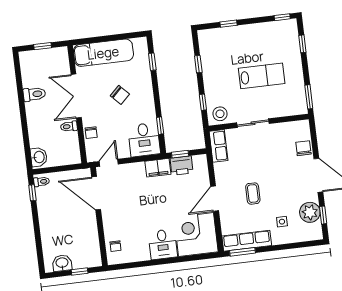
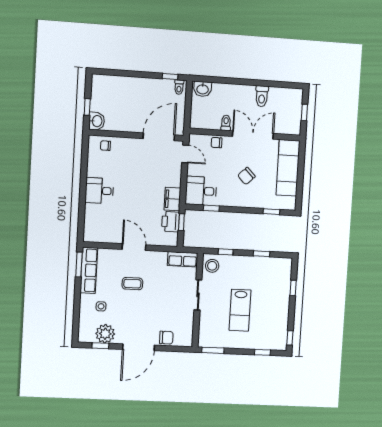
corner desk: (196, 235) -> (103, 224), removed
washbasin: (62, 263) -> (97, 121), moved

